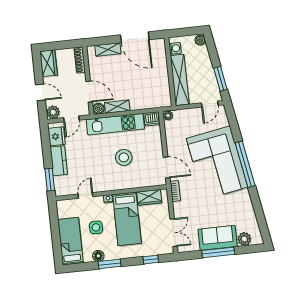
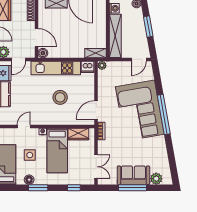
window: (220, 79) -> (148, 27), moved
shelving: (117, 107) -> (96, 53), moved
door: (167, 167) -> (96, 110), swing flipped

